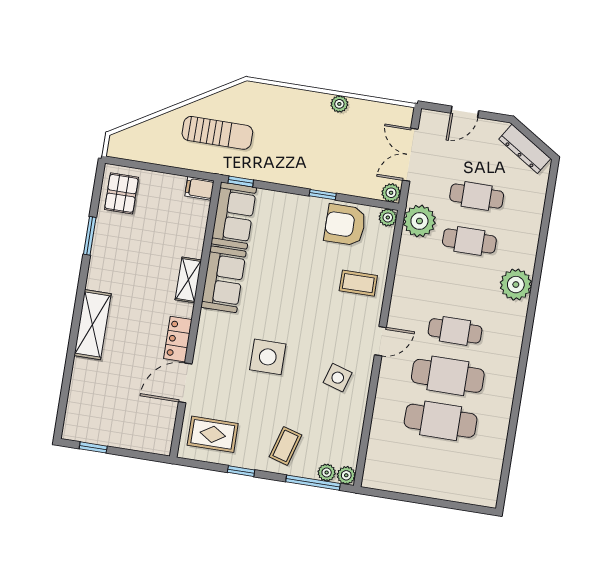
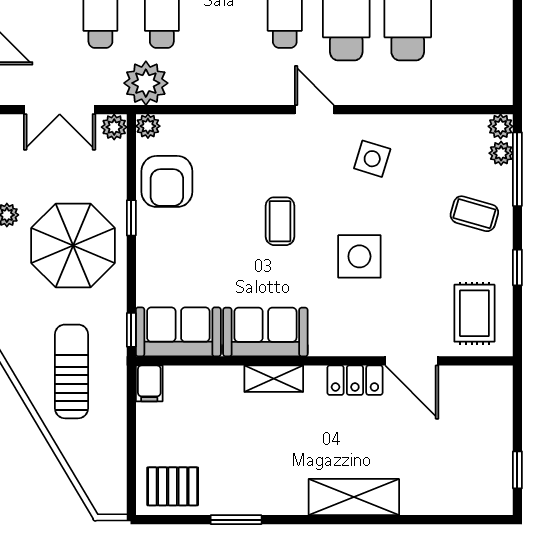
parasol: (309, 149) -> (73, 245), added
coffee table: (358, 283) -> (280, 221), moved

